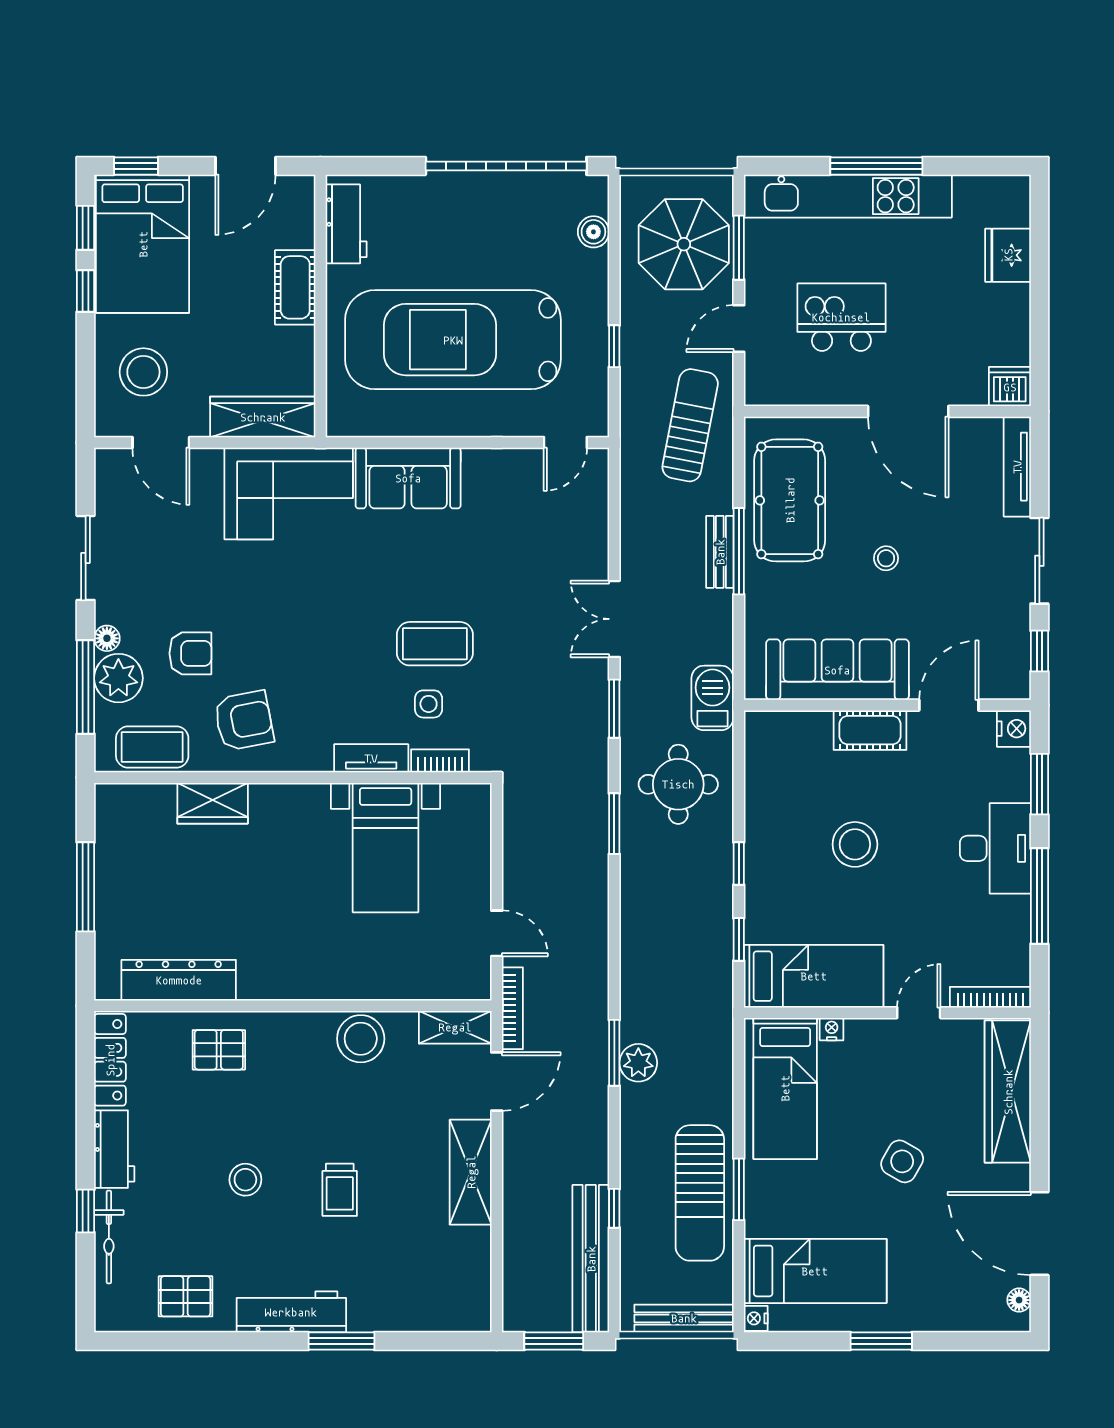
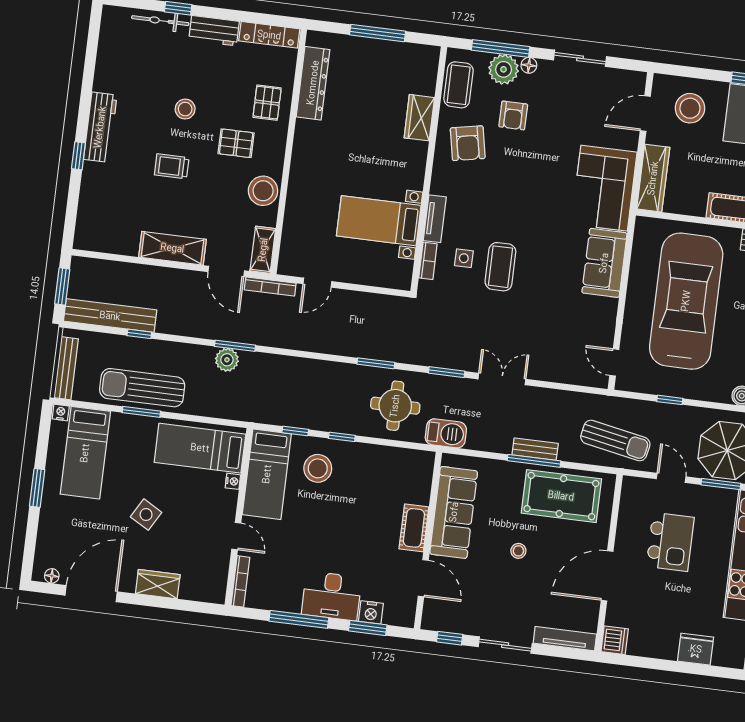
nightstand: (1014, 729) -> (371, 612), moved
stool: (855, 844) -> (318, 468), moved
wardrobe: (1008, 1092) -> (158, 584), width x0.48, depth x0.85
pallet: (186, 1296) -> (236, 143), moved, turned 90
window: (341, 1341) -> (78, 156), width x0.67

